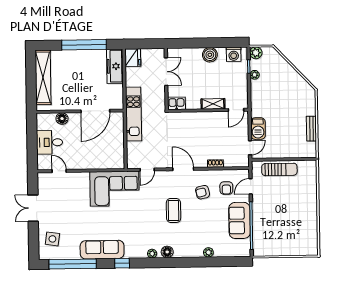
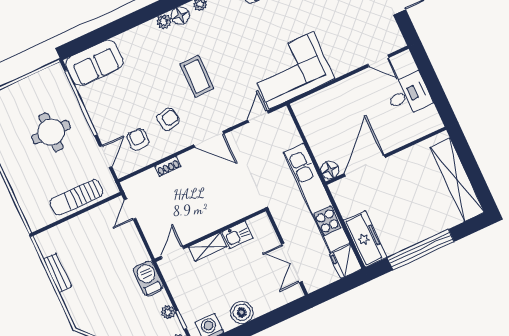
kitchen sink: (176, 103) -> (237, 235), moved
kitchen unit: (134, 114) -> (317, 198), width x1.36
floor lamp: (62, 119) -> (330, 170), moved
barbecue: (258, 129) -> (148, 279), moved
round table: (277, 216) -> (51, 132), added
sofa: (239, 220) -> (94, 63), moved, turned 90
plant: (208, 252) -> (164, 21), moved

